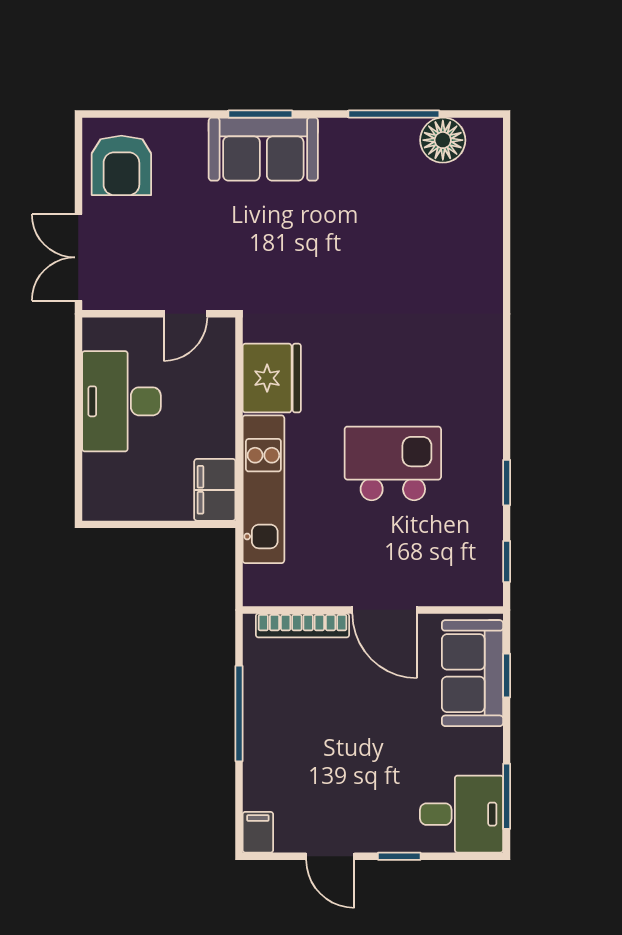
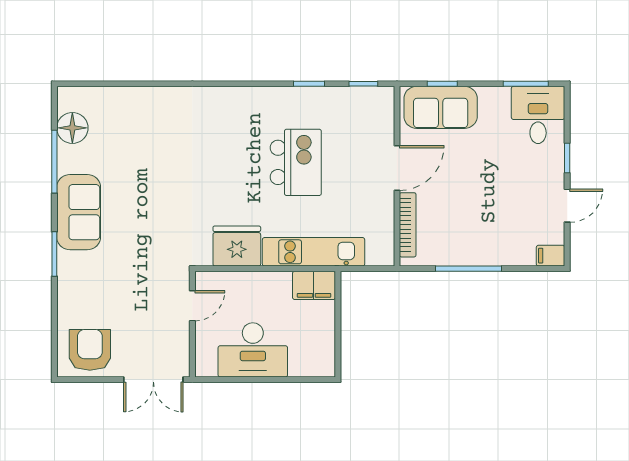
sofa: (263, 149) -> (79, 212), moved
armchair: (121, 165) -> (90, 350), turned -90
door: (185, 314) -> (192, 306), hinge flipped
kitchen island: (393, 463) -> (296, 162), turned 180

